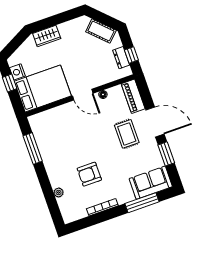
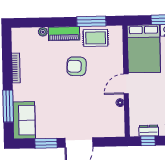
piano: (133, 96) -> (64, 34), moved, turned 180
rug: (127, 134) -> (96, 38), moved
armchair: (89, 174) -> (77, 66), moved, turned -87

